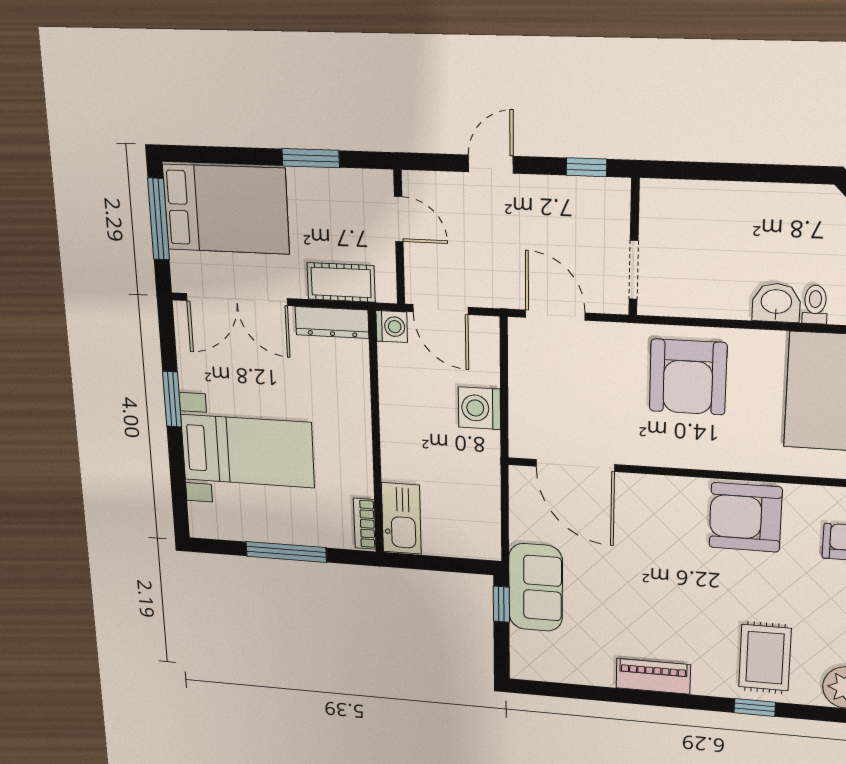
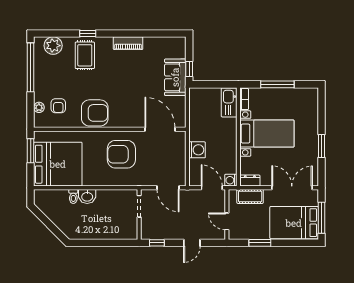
dresser: (332, 322) -> (250, 181), width x0.70
armchair: (688, 377) -> (121, 154), moved, turned -90
bed with nightstands: (248, 451) -> (267, 134), moved, turned 180

